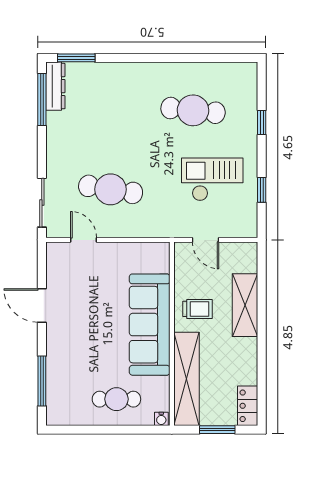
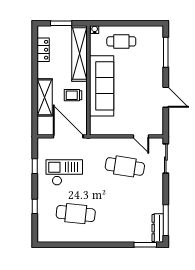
checkout: (212, 179) -> (64, 172), turned 180
door: (206, 240) -> (68, 136), width x1.88
locker: (248, 406) -> (43, 50), moved

